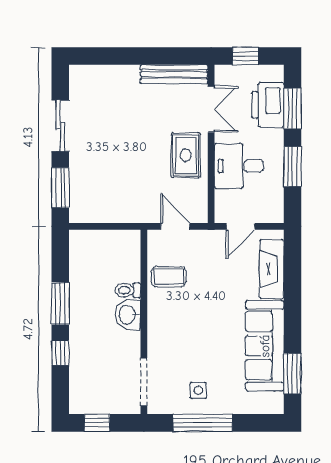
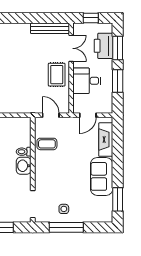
sofa: (265, 346) -> (102, 176), width x0.73

